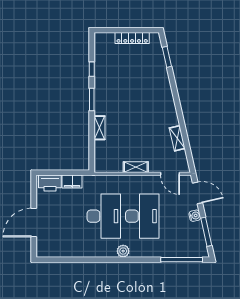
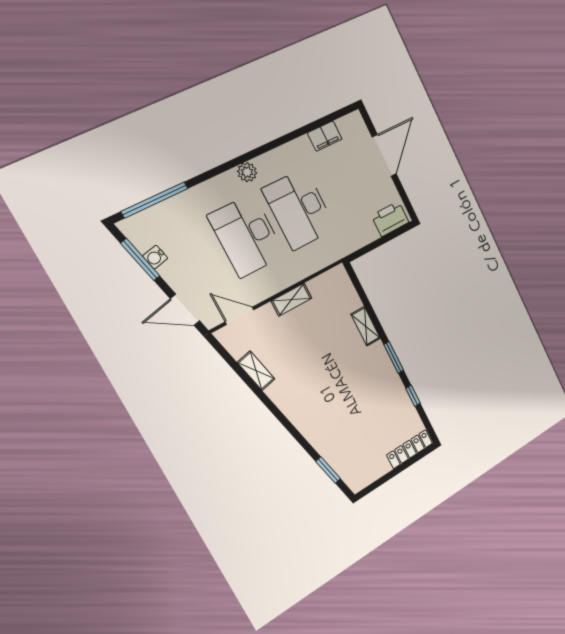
locker: (132, 38) -> (410, 449), moved
filing cabinet: (72, 182) -> (325, 136), moved, turned 180
water cooler: (195, 216) -> (155, 257), moved

